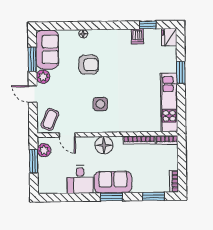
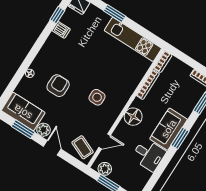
door: (33, 94) -> (52, 148), swing flipped

